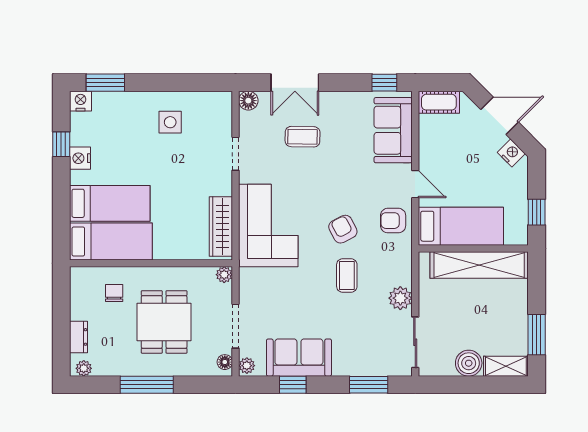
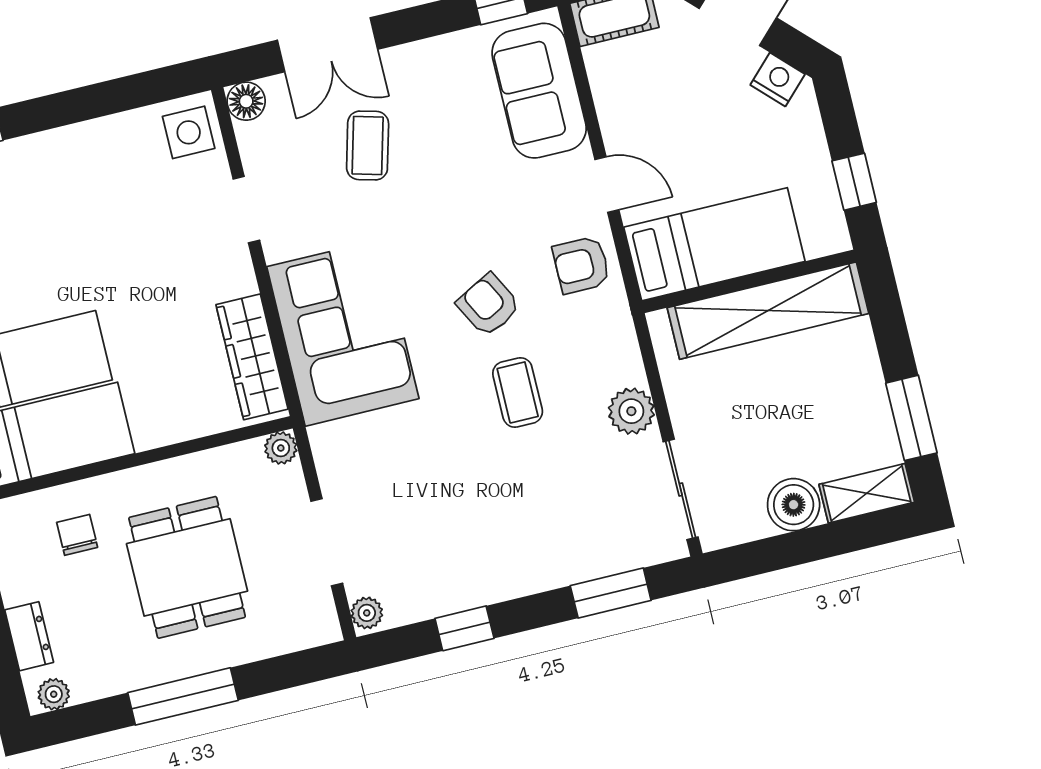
side table: (170, 122) -> (189, 132), moved
coffee table: (303, 137) -> (368, 146), turned -76
sofa: (299, 358) -> (464, 573), removed
floor lamp: (225, 362) -> (323, 616), removed

